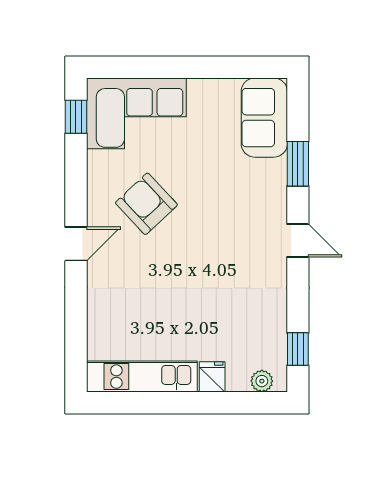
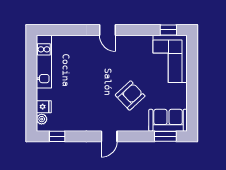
window: (298, 164) -> (165, 136), moved
armchair: (146, 204) -> (130, 95), moved
fridge: (212, 377) -> (44, 107), moved

